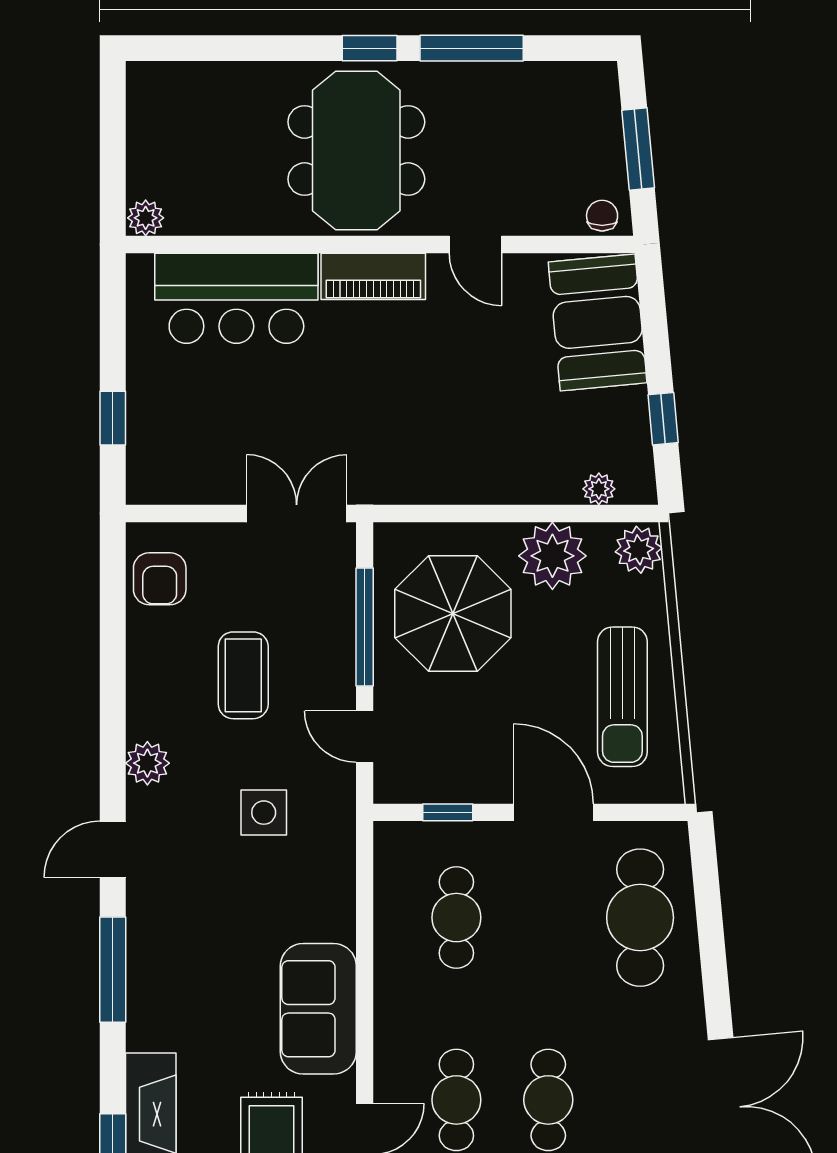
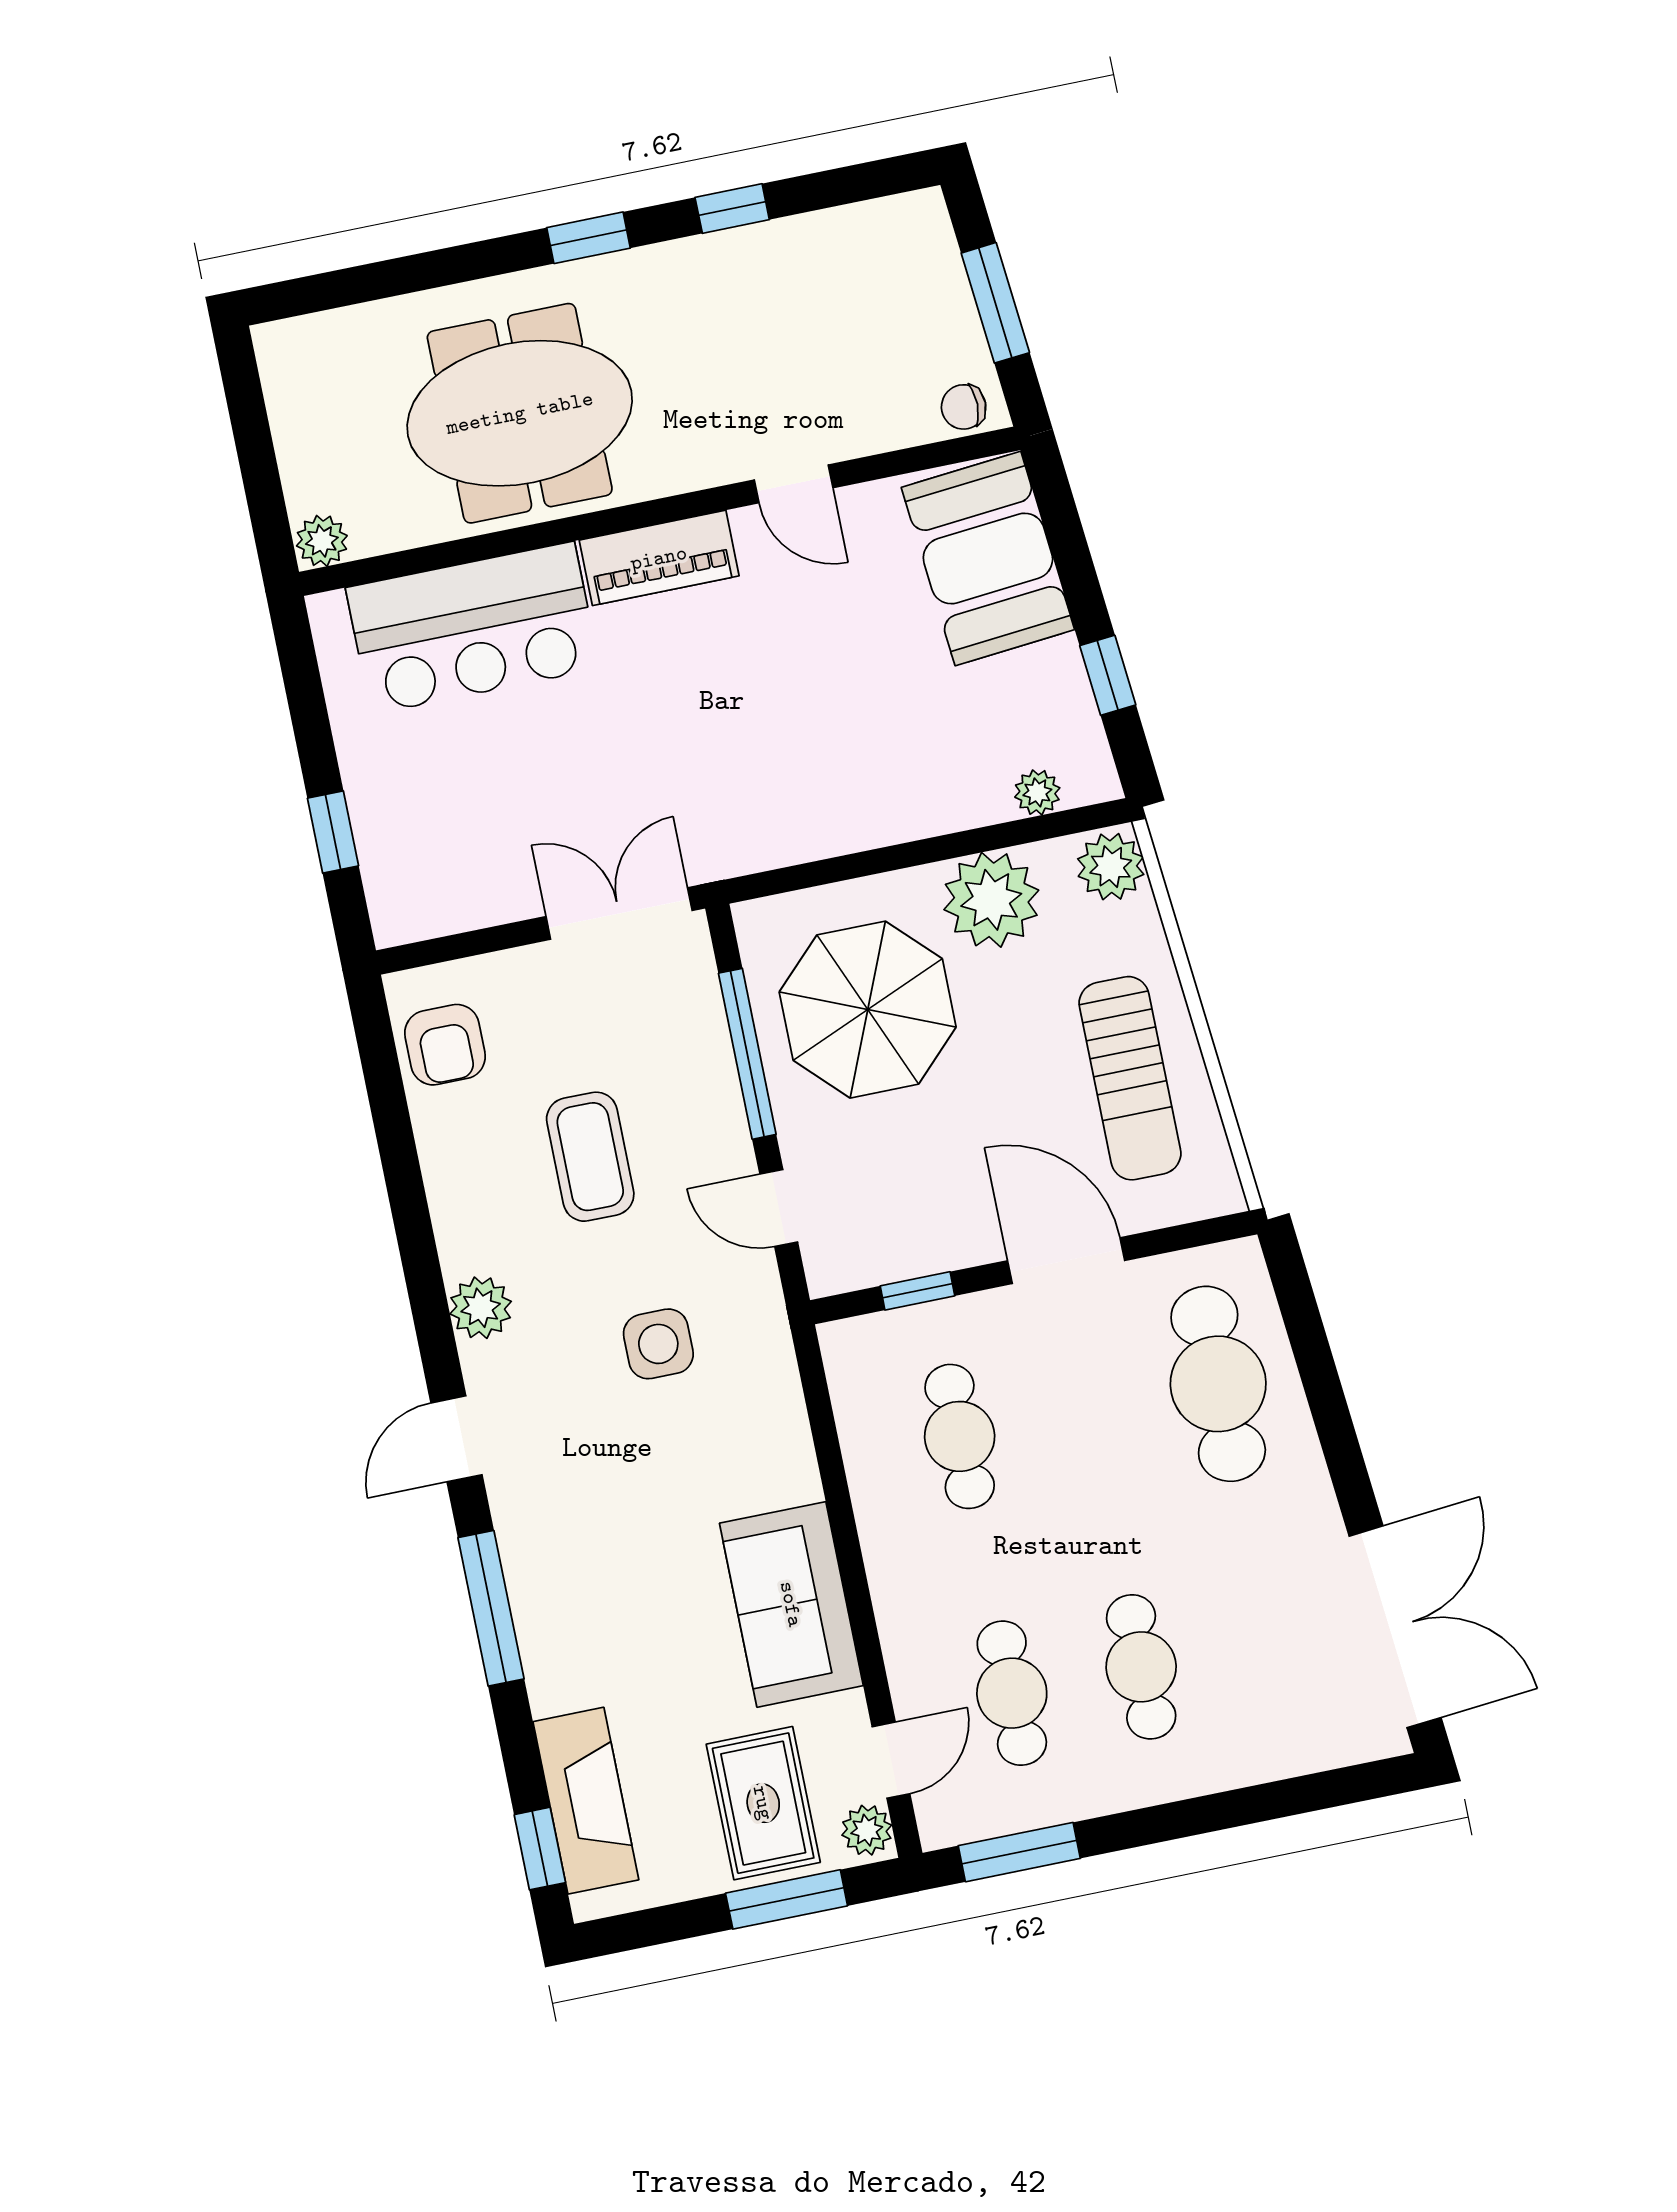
window: (472, 48) -> (732, 209), width x0.46
meeting table: (356, 150) -> (520, 413), moved, turned 90
chair: (602, 216) -> (964, 407), turned -90

